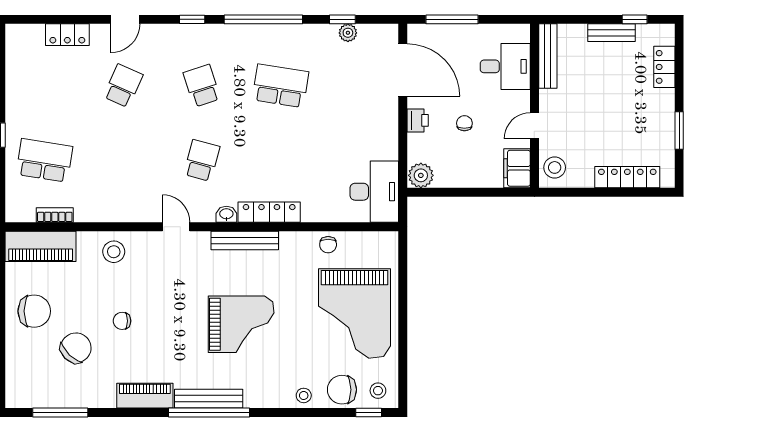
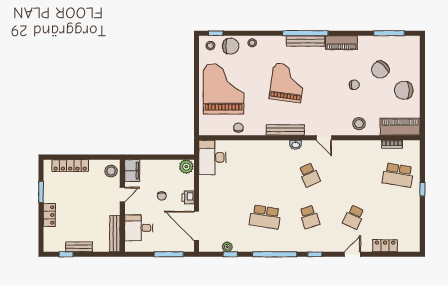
locker: (664, 67) -> (49, 215), moved
school desk: (202, 160) -> (309, 175), turned -39
locker: (269, 212) -> (272, 146), removed
grand piano: (241, 324) -> (287, 83), turned 98

